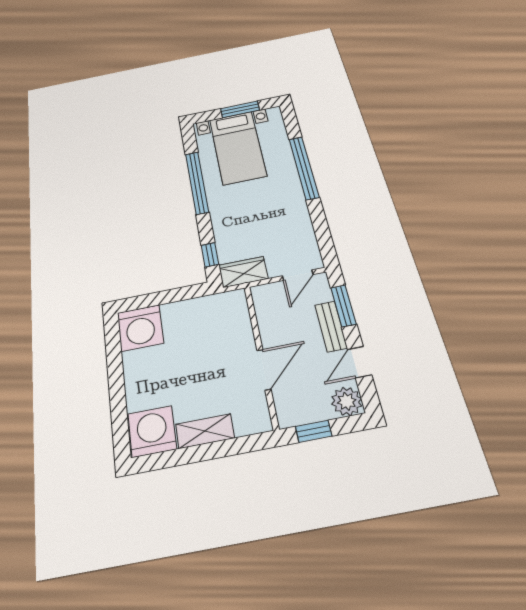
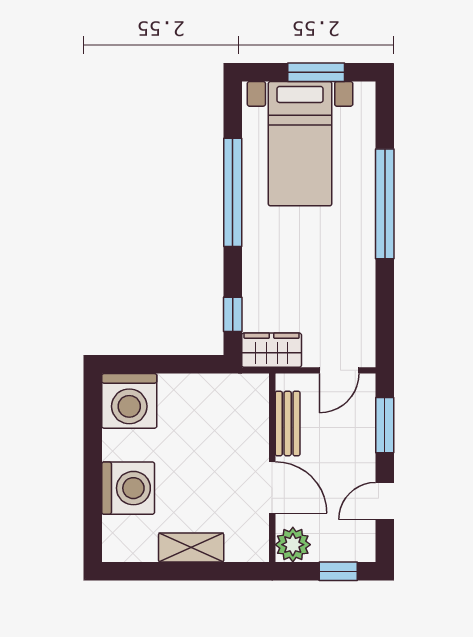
bench: (331, 326) -> (288, 423), moved
door: (264, 370) -> (272, 487), hinge flipped
plant: (347, 401) -> (293, 545), moved
washing machine: (152, 431) -> (128, 488), moved, turned 90
window: (314, 431) -> (338, 571), moved

